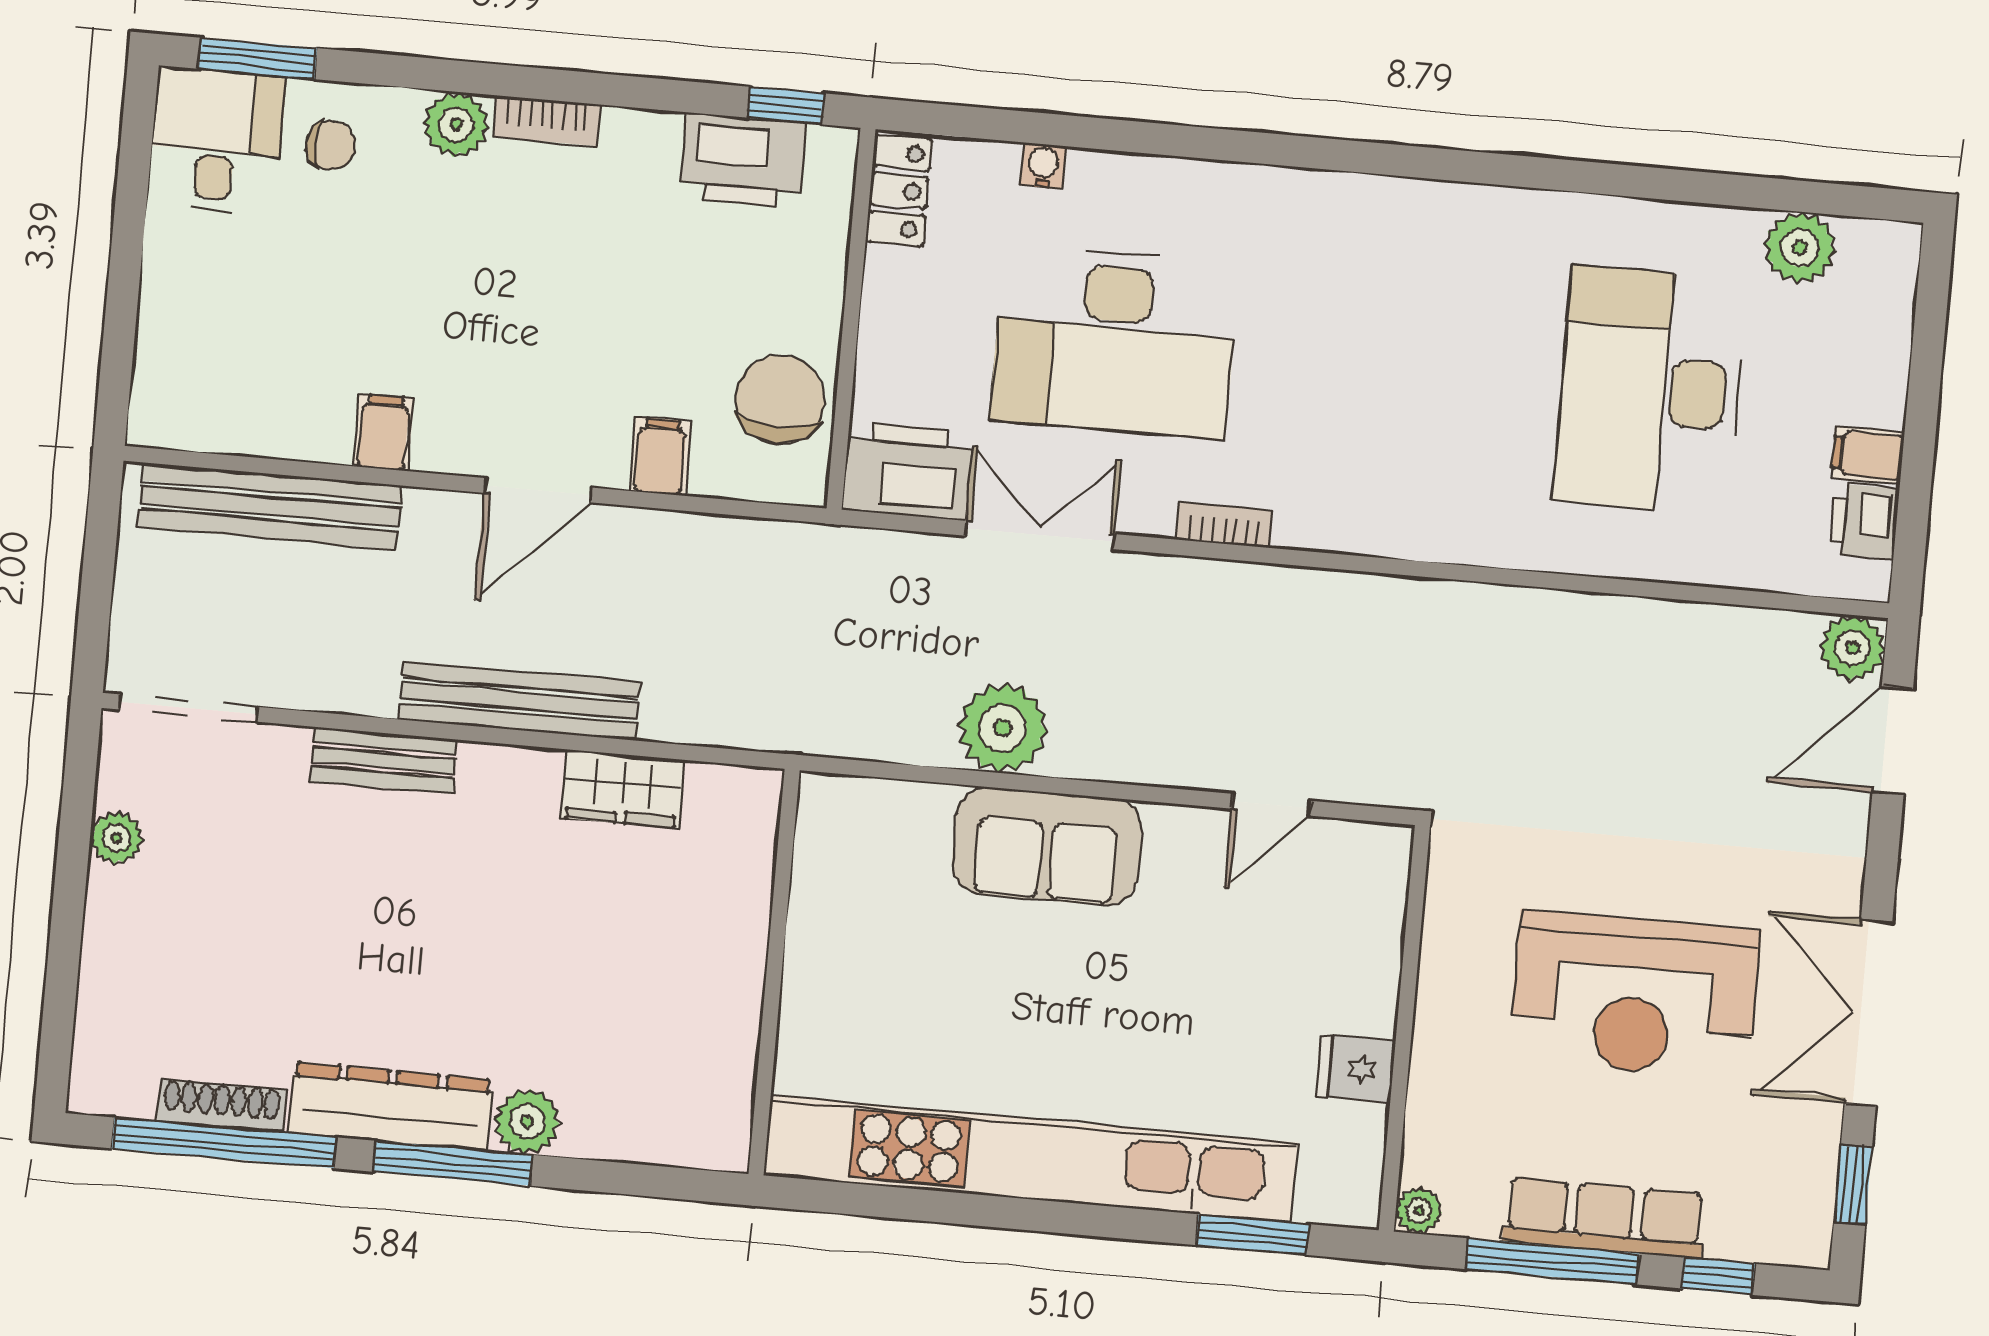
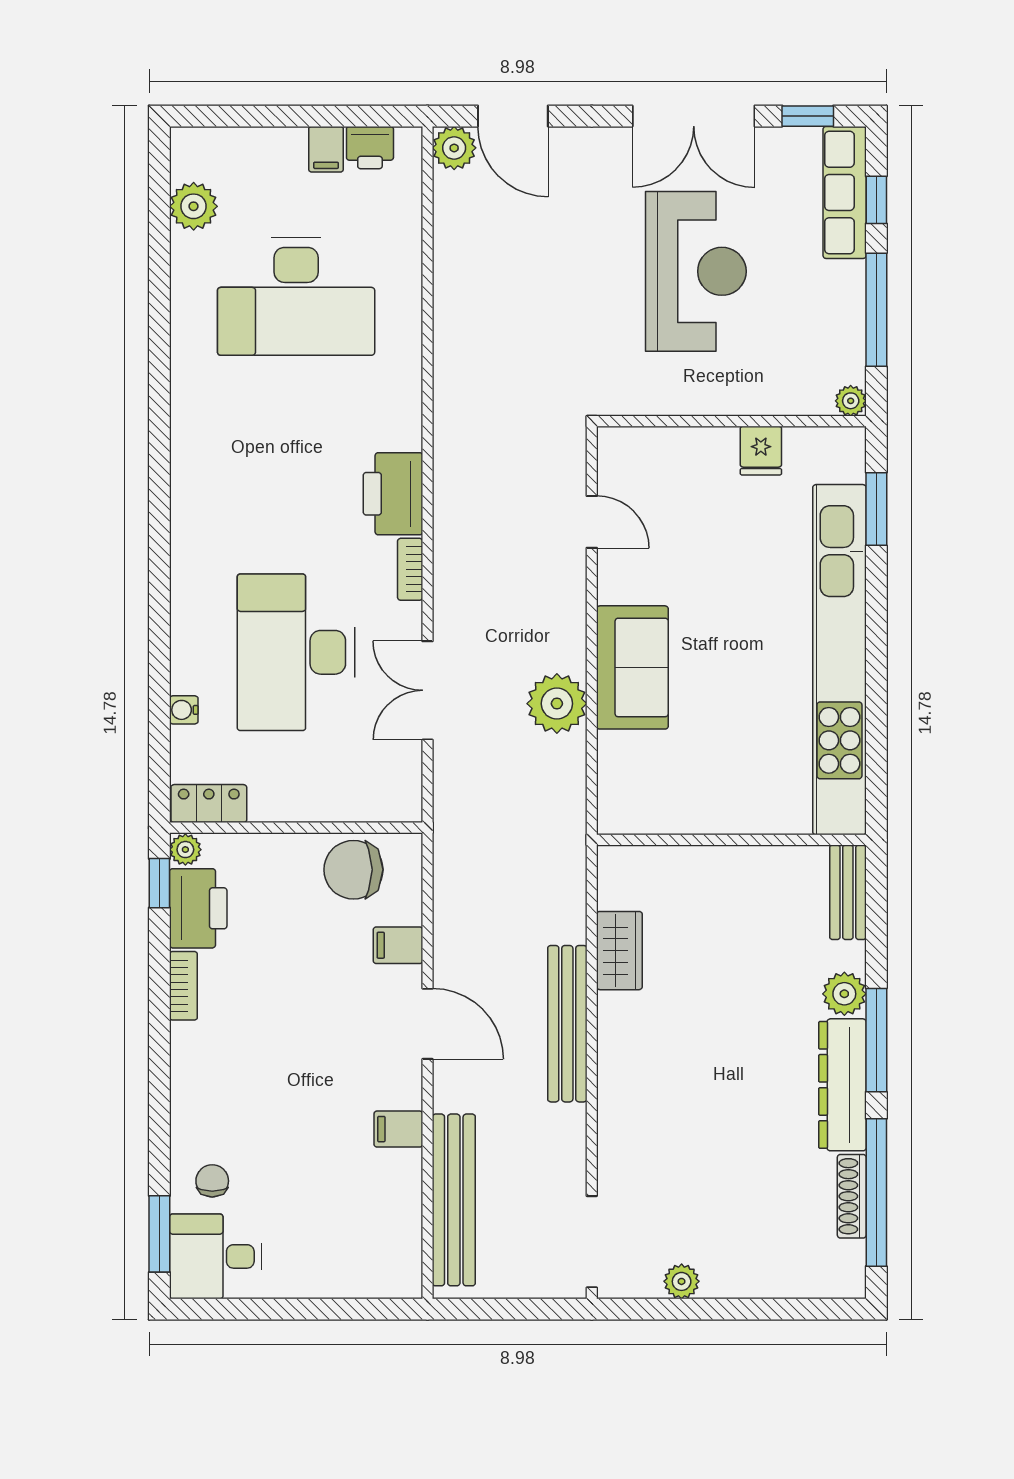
bookcase: (546, 121) -> (183, 986), moved
plant: (456, 125) -> (185, 850), moved, width x0.73, depth x0.73
desk: (1115, 342) -> (296, 652), turned 180
printer: (907, 471) -> (393, 494), moved
bench: (383, 760) -> (848, 892), moved
row of seats: (1604, 1218) -> (845, 192), moved

